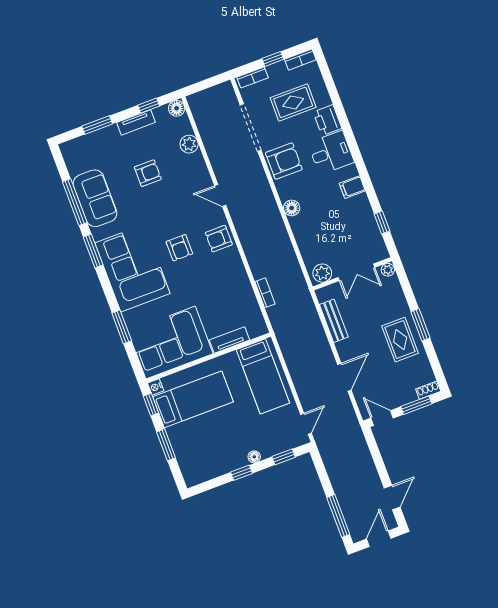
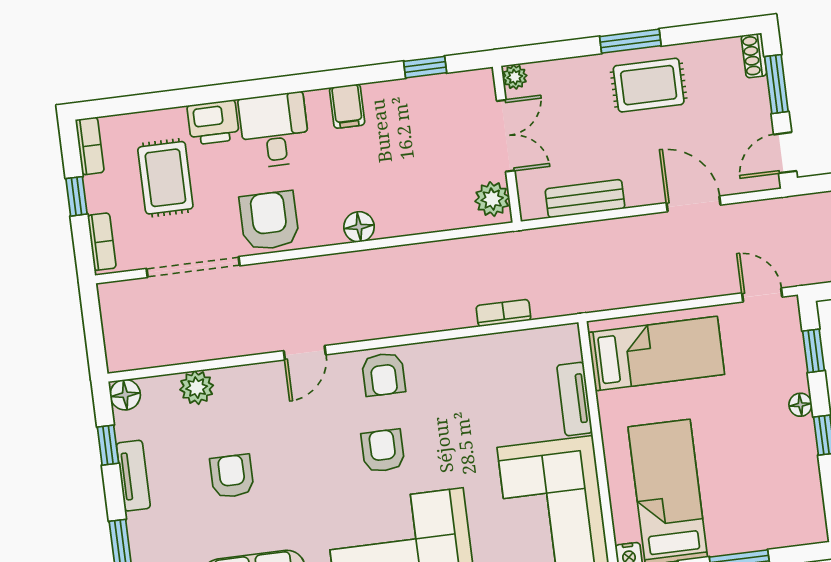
armchair: (179, 248) -> (383, 451), turned -90

